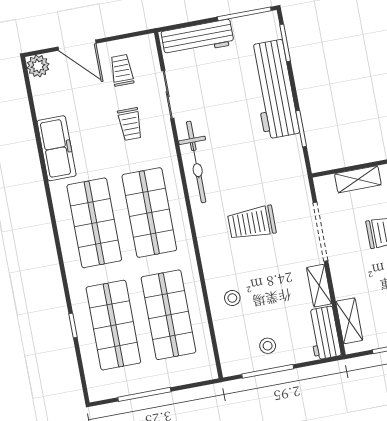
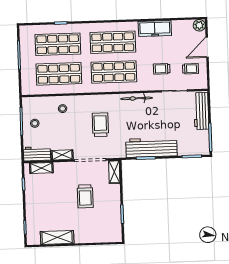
workbench: (274, 89) -> (151, 147), moved
bicycle: (196, 162) -> (137, 98), width x0.73, depth x0.71
shelving: (358, 179) -> (114, 172), moved

